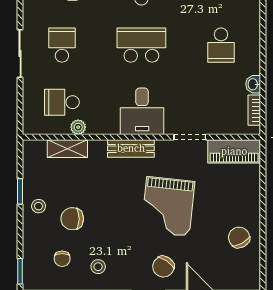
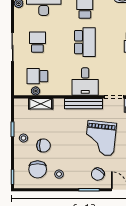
school desk: (141, 45) -> (85, 42), turned 90
plant: (78, 127) -> (36, 91), moved
bench: (131, 148) -> (84, 104), width x1.36
chair: (72, 219) -> (44, 146), turned 180
chair: (62, 259) -> (38, 169), width x1.87, depth x1.87

